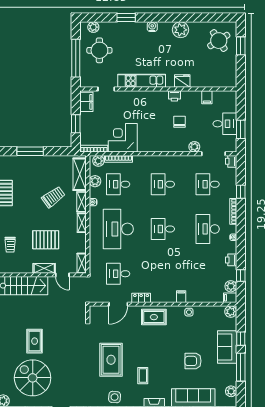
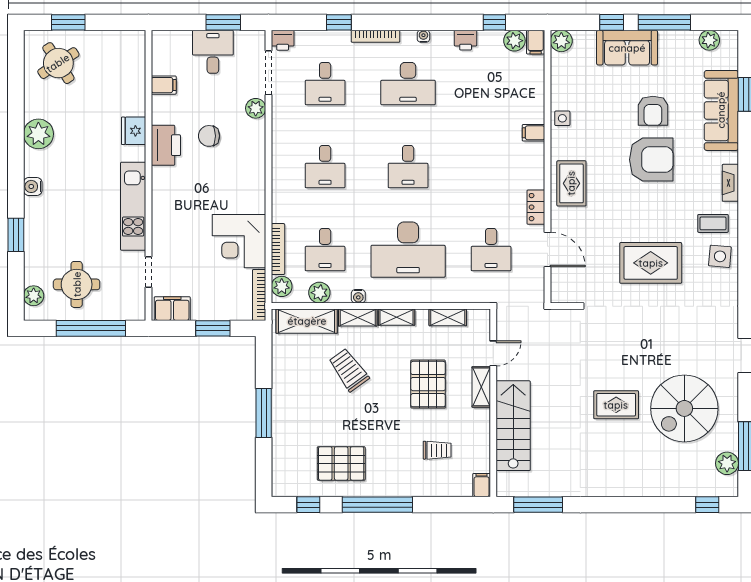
printer: (174, 96) -> (166, 145), width x1.87, depth x1.48
shelving: (82, 263) -> (448, 317), moved
armchair: (167, 360) -> (651, 160), added
coffee table: (143, 376) -> (713, 223), moved

